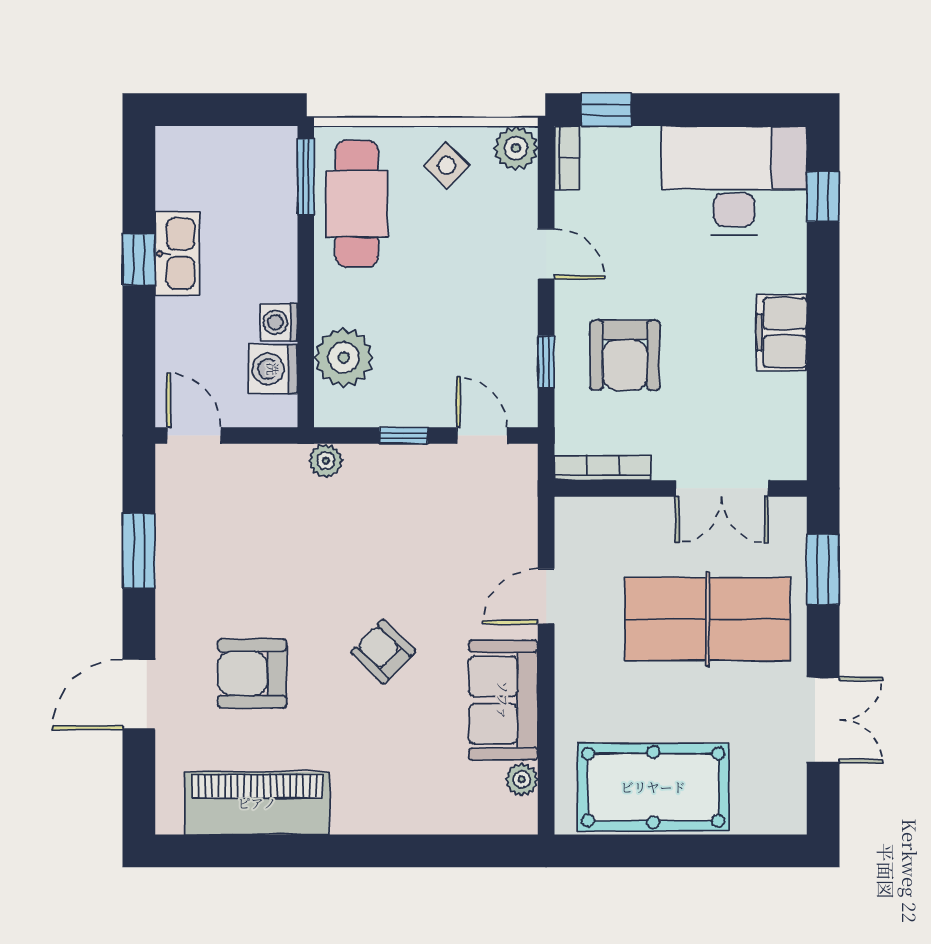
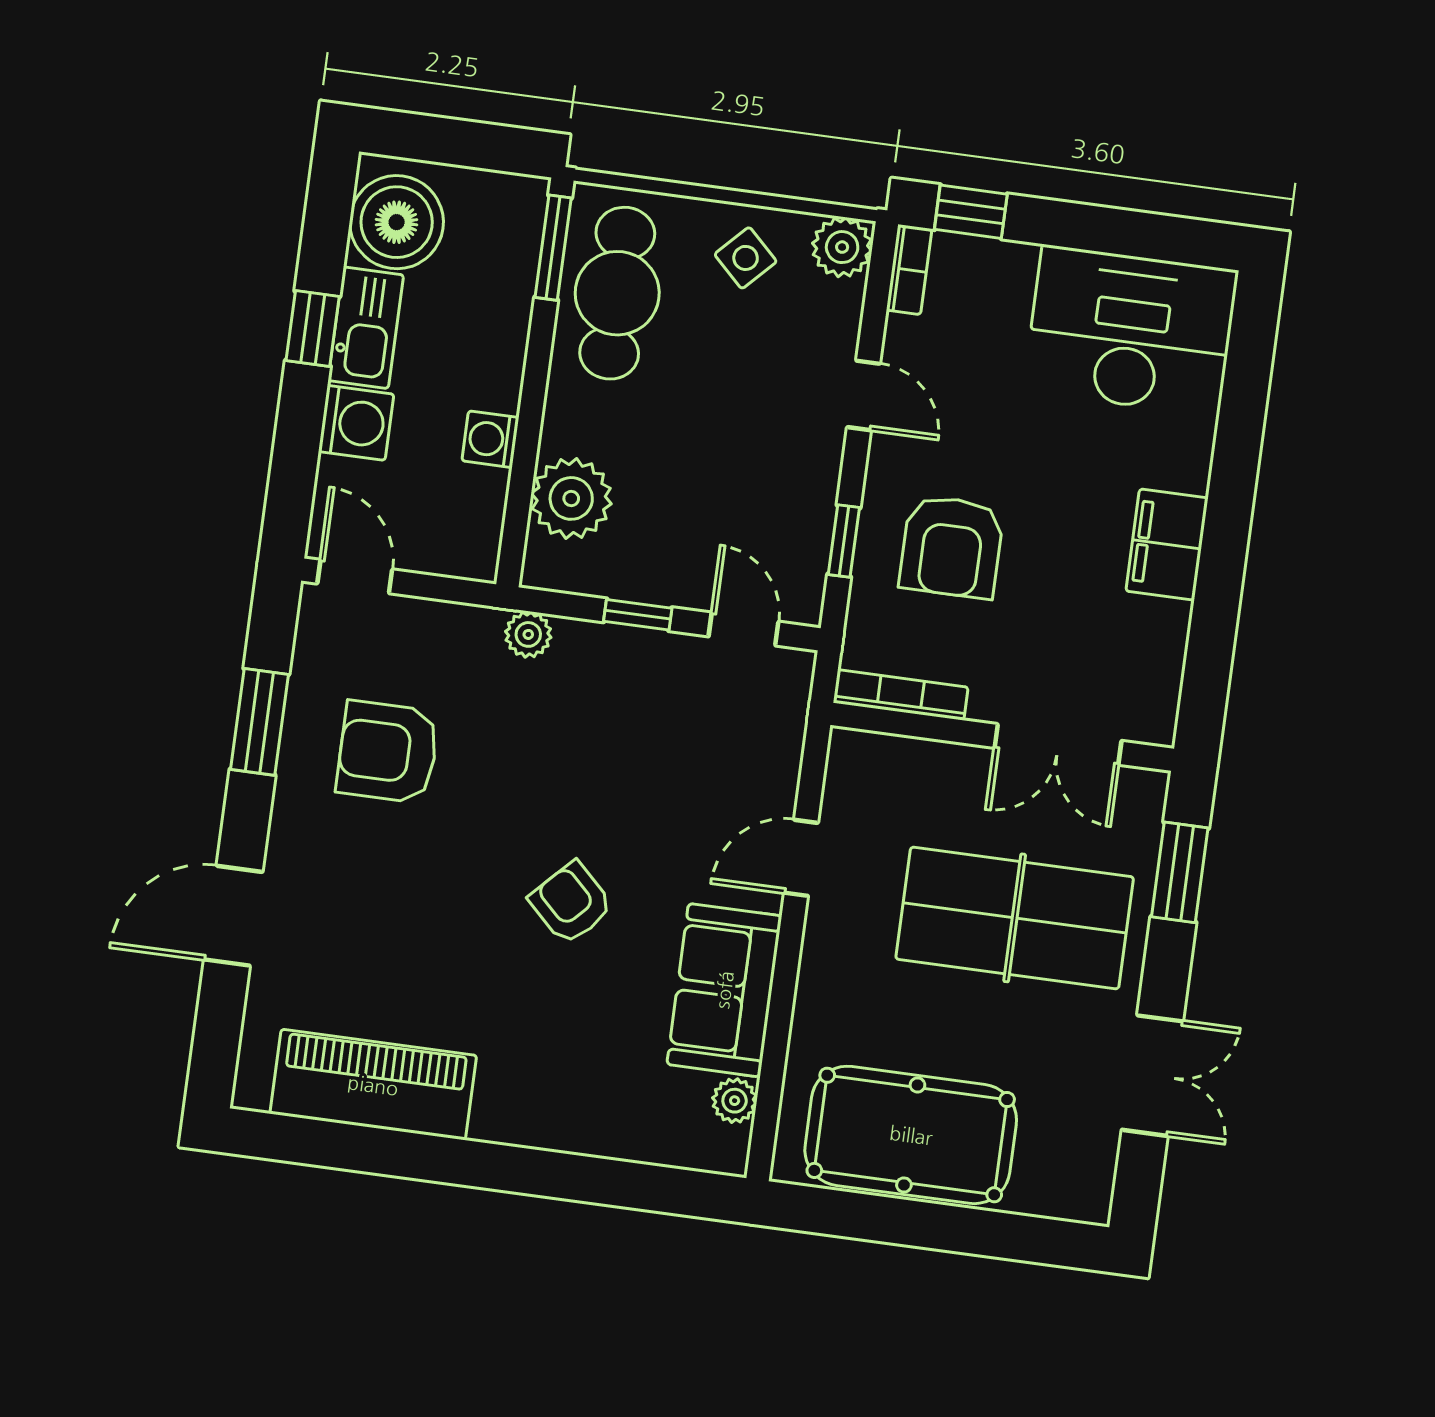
boiler: (189, 174) -> (397, 222), added
window: (823, 197) -> (1248, 369), removed
washing machine: (273, 369) -> (356, 423), moved, turned 180
armchair: (252, 673) -> (388, 752), moved

